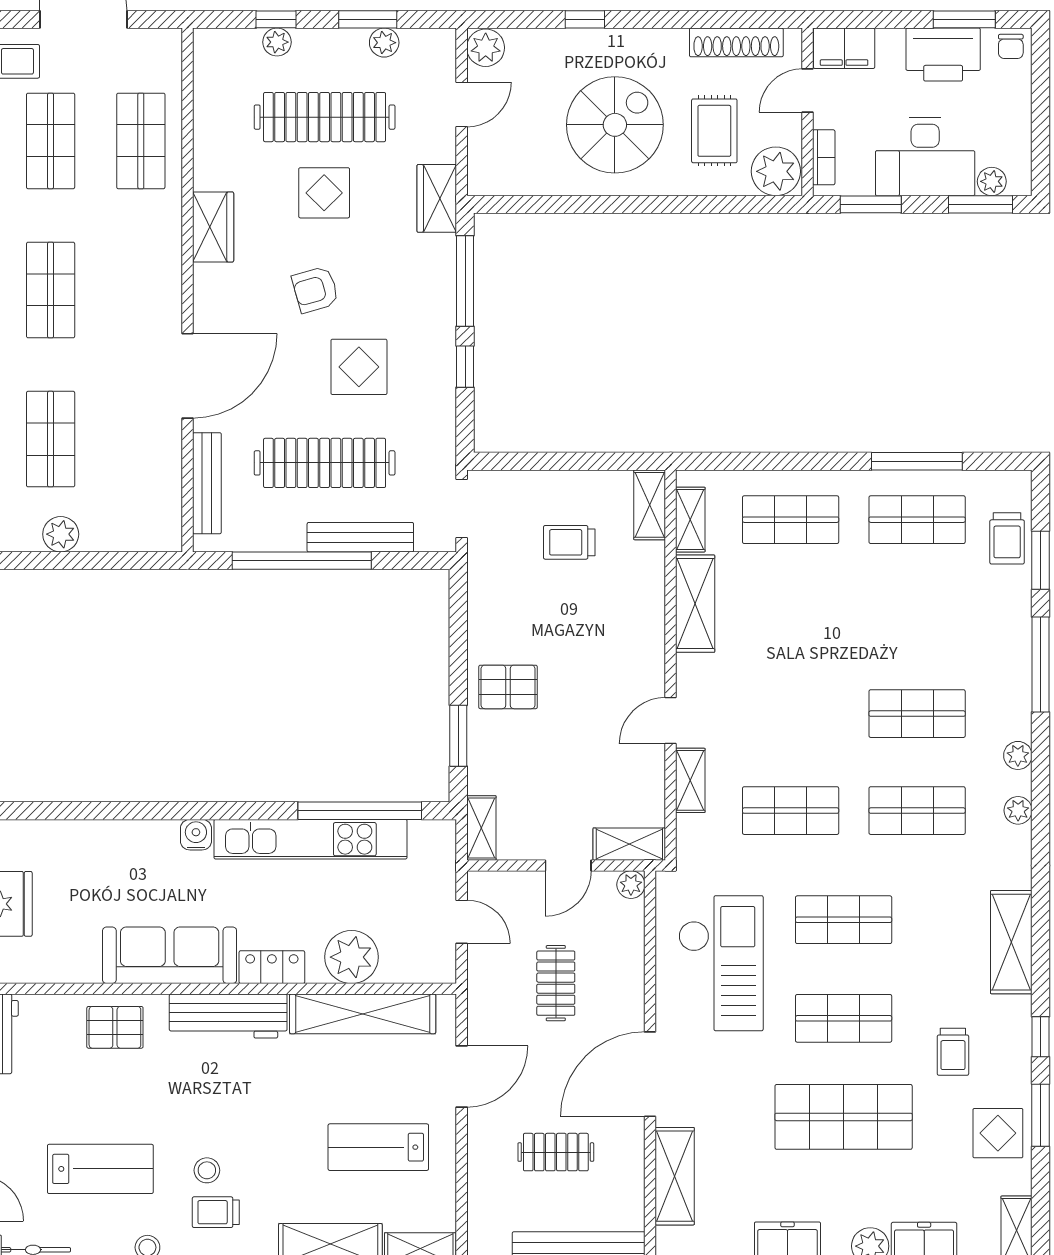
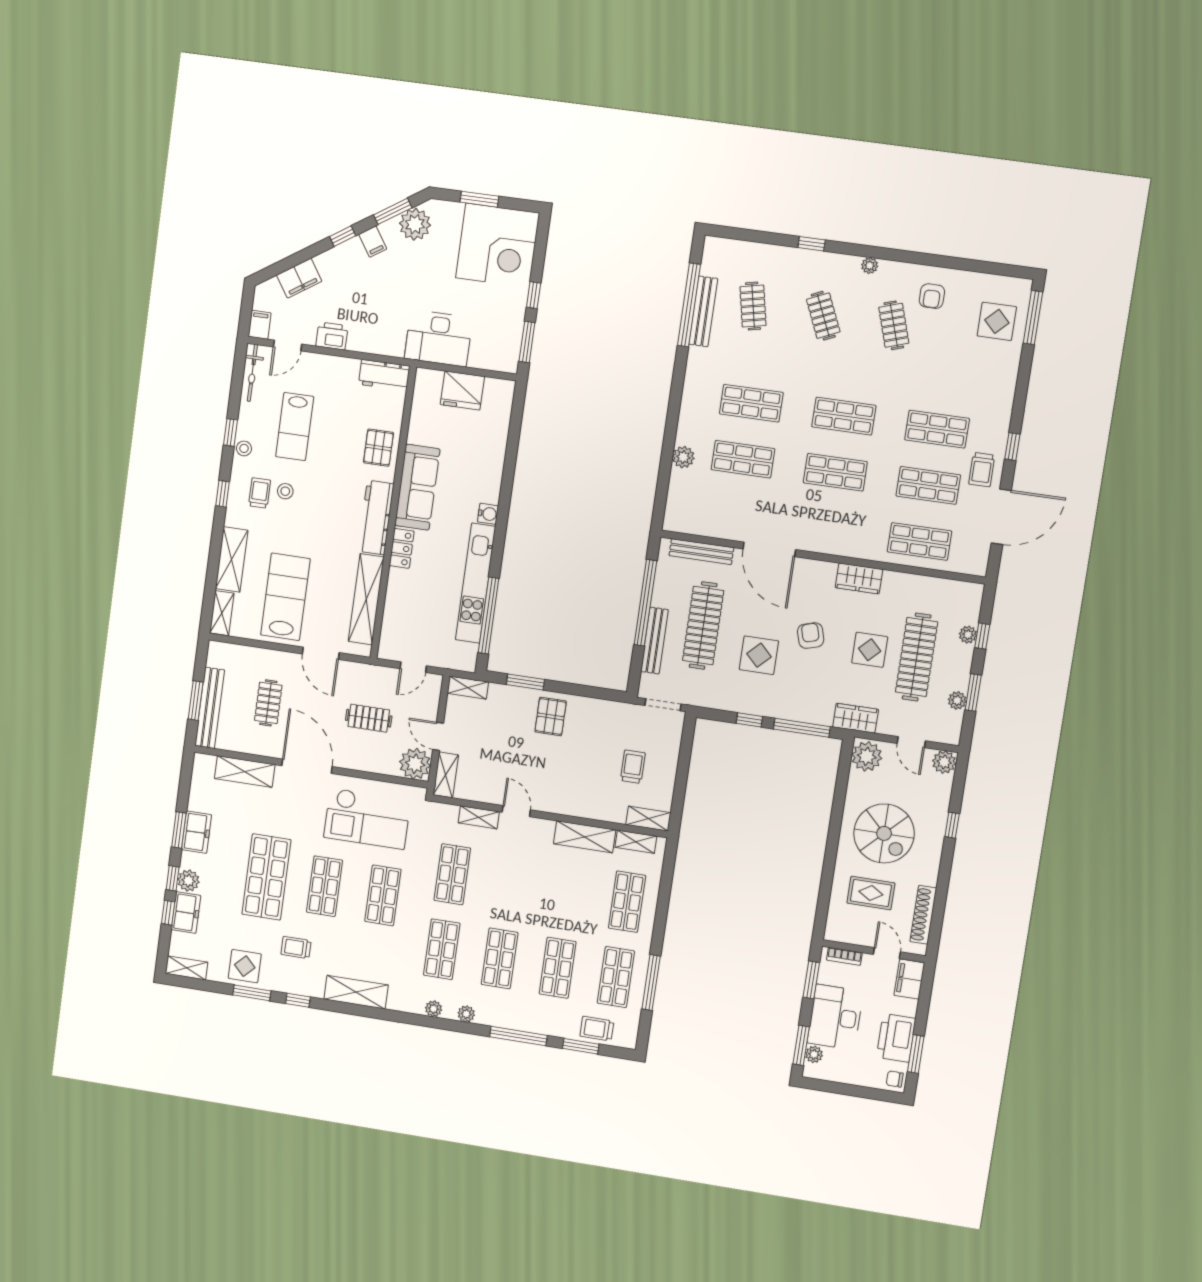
plant: (776, 171) -> (867, 756), moved
shop shelf: (917, 617) -> (558, 968), added
plant: (631, 885) -> (415, 764), width x1.88, depth x1.88
plant: (352, 957) -> (401, 598), removed
lab bench: (378, 1147) -> (285, 597), width x1.36, depth x1.39

